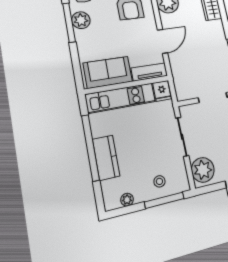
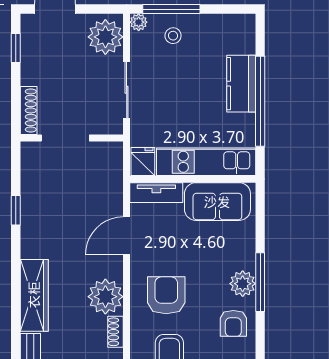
plant: (127, 200) -> (139, 22), moved

